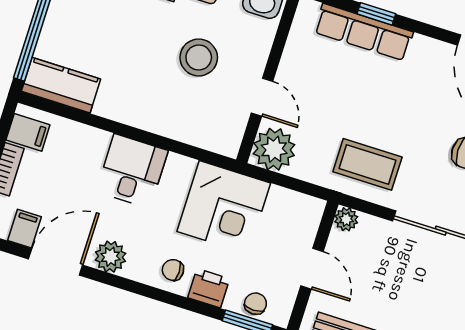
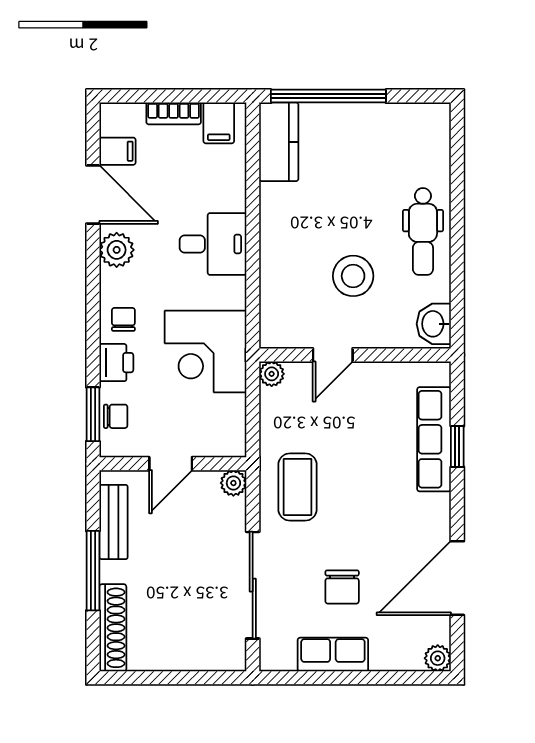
plant: (274, 149) -> (272, 374), width x0.53, depth x0.53

